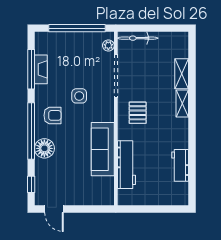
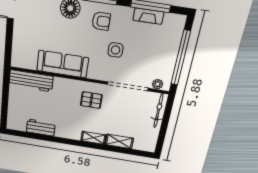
armchair: (53, 115) -> (101, 21), turned -90
workbench: (127, 165) -> (31, 81), moved

